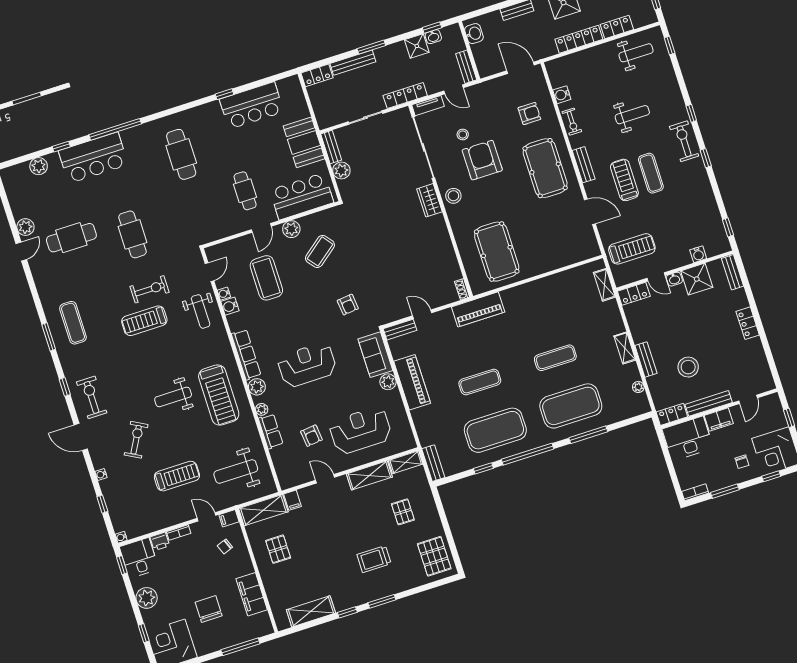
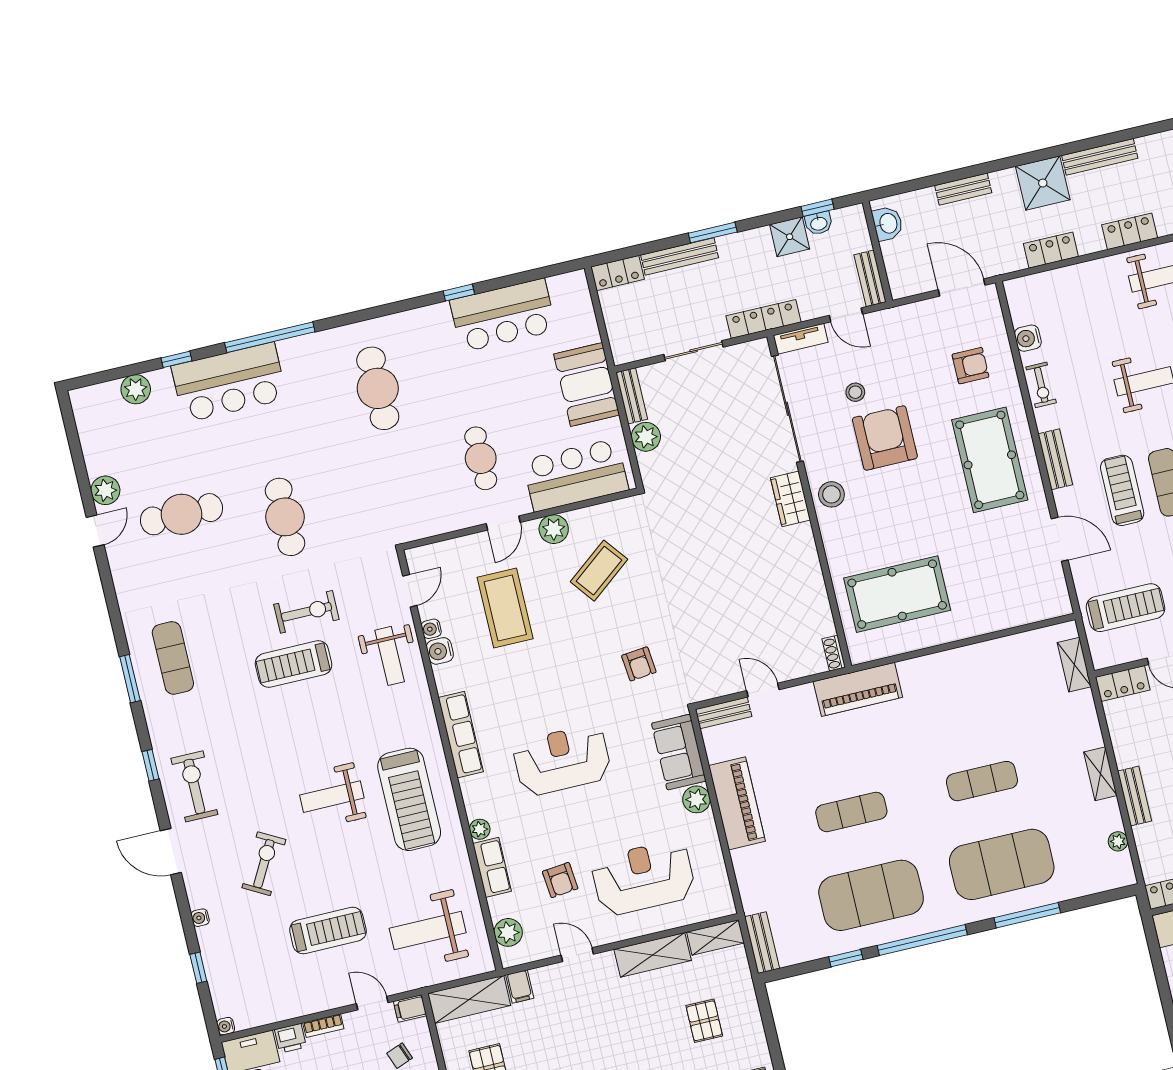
locker: (579, 39) -> (1051, 250), width x0.66
pool table: (497, 252) -> (897, 594), turned 90
plant: (257, 387) -> (508, 932), moved

